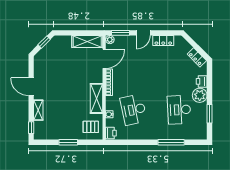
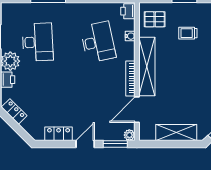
shelving: (87, 41) -> (176, 132), moved
shelving: (97, 98) -> (147, 66), width x1.47
trolley: (66, 116) -> (188, 33), added

